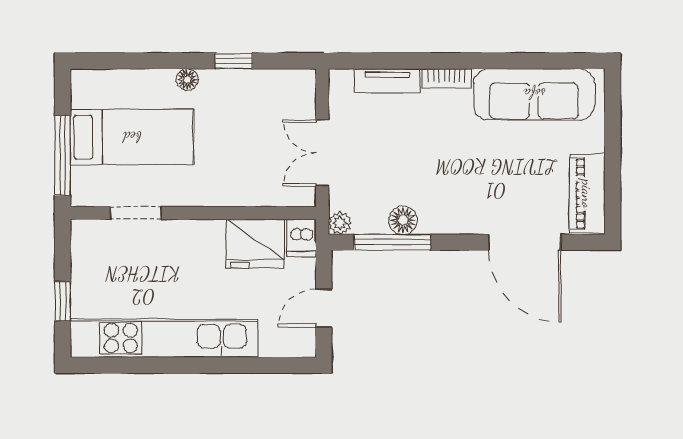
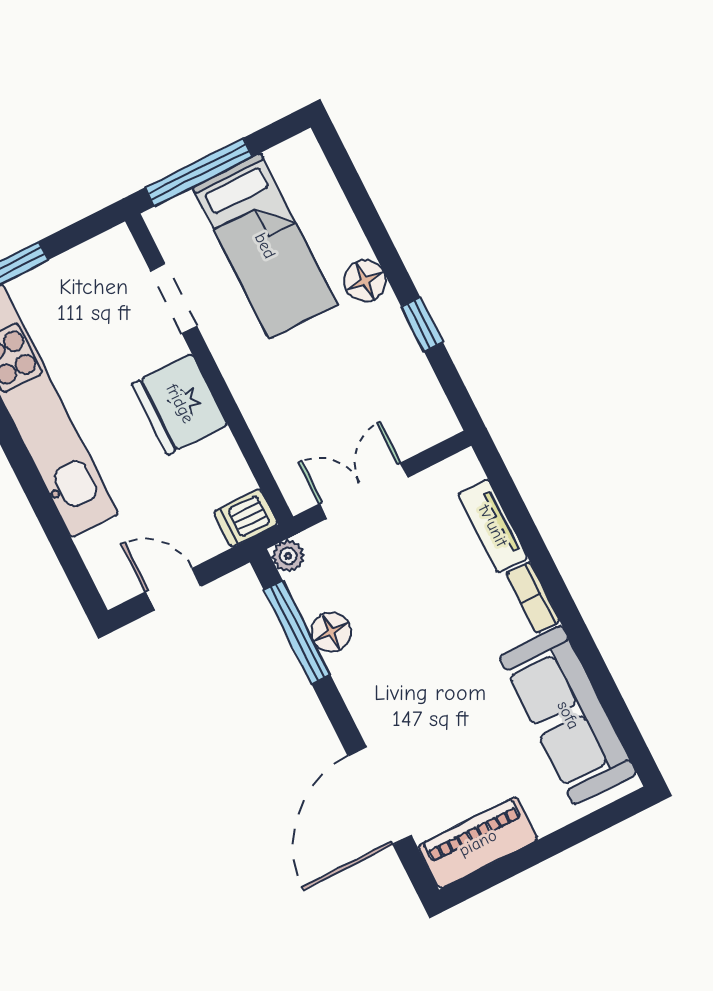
floor lamp: (187, 80) -> (365, 281), width x1.37, depth x1.37
fridge: (255, 244) -> (180, 404), moved

